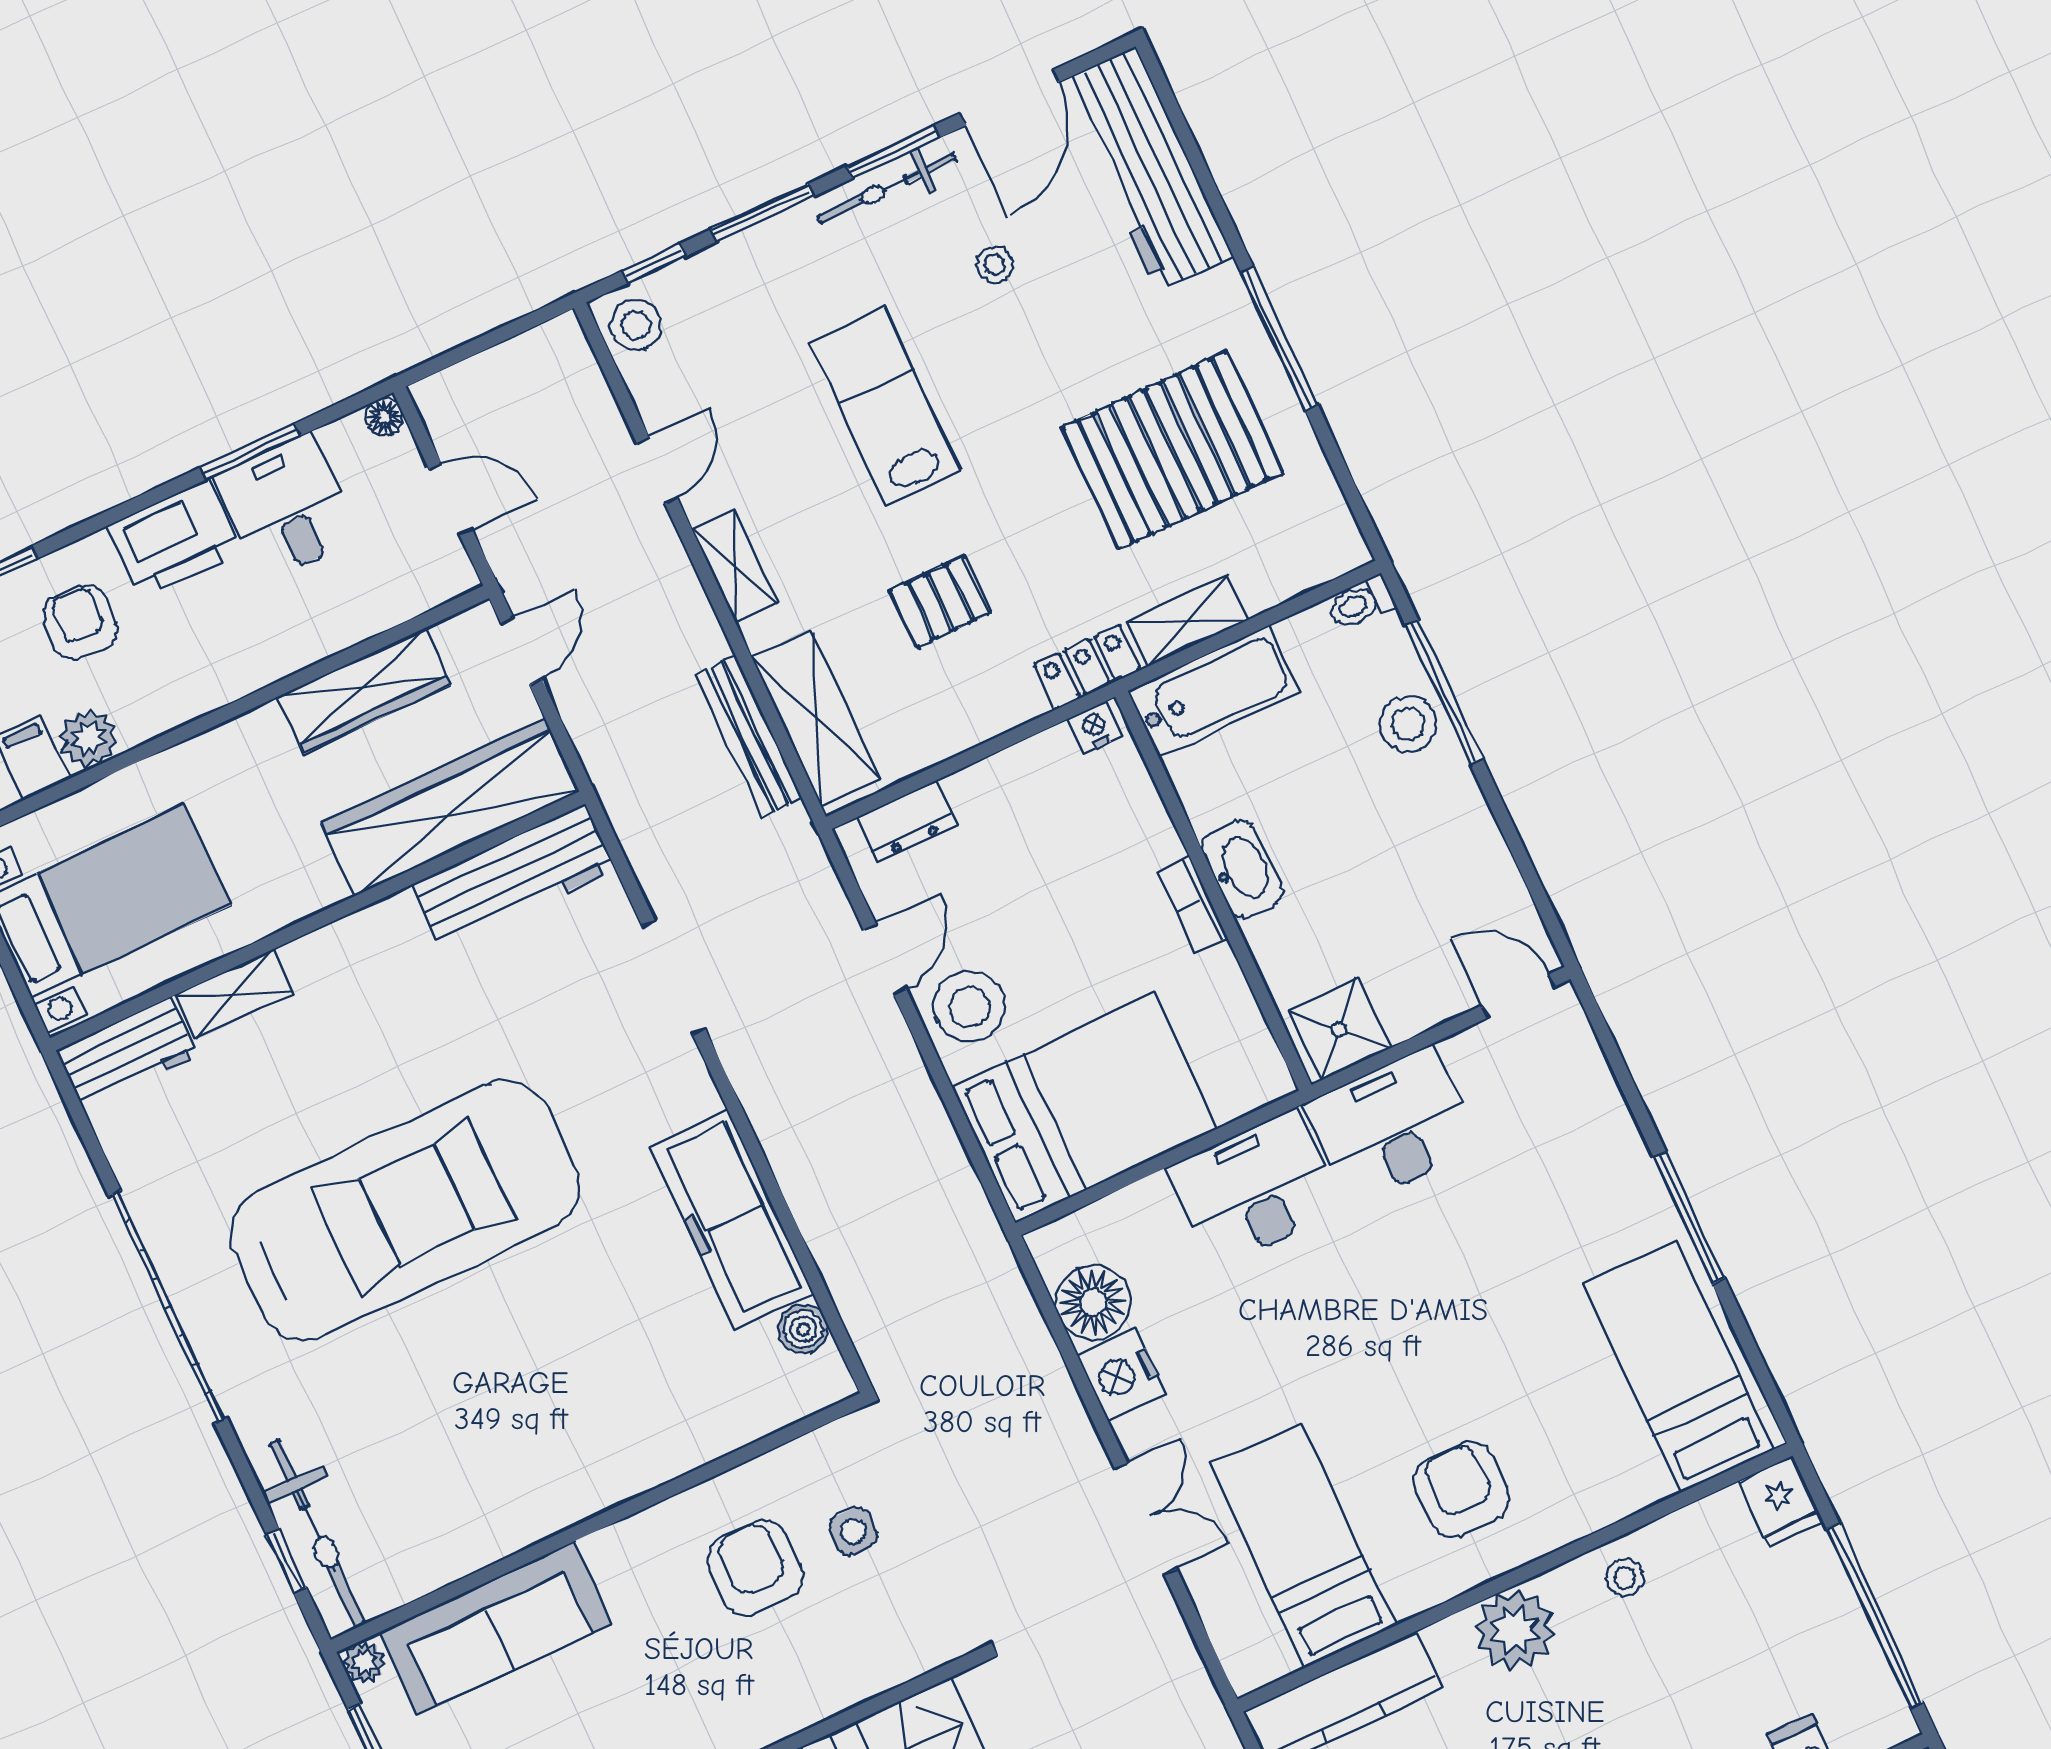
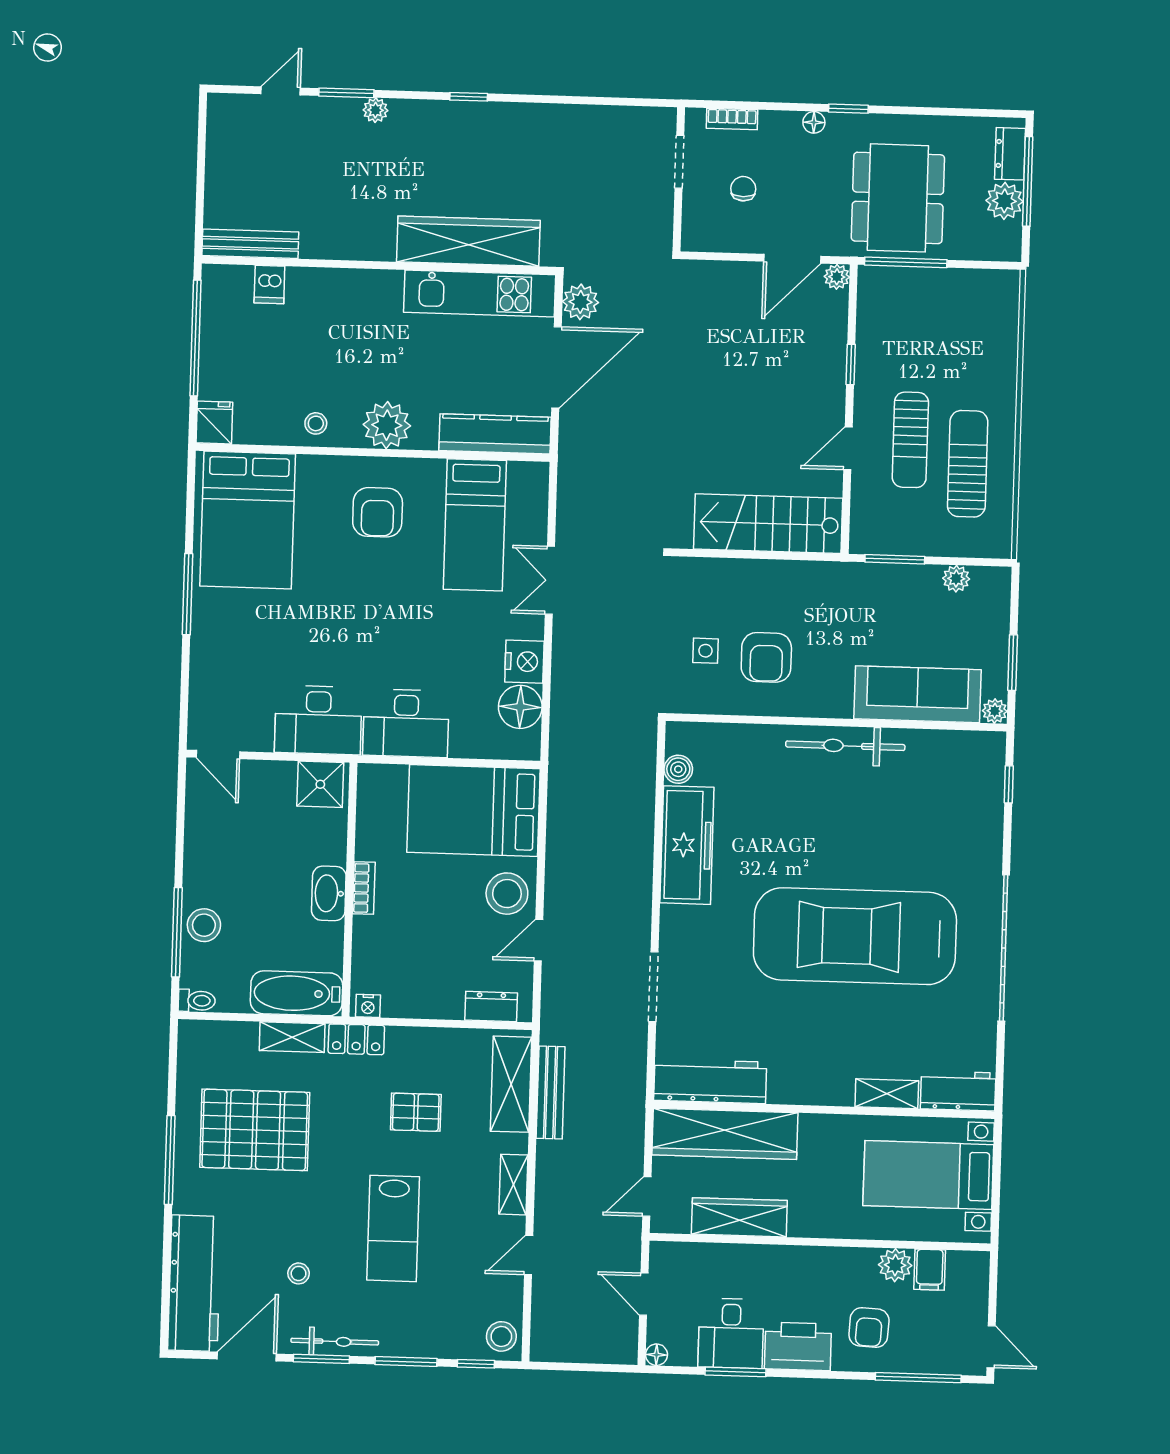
bed: (1678, 1366) -> (248, 520), width x1.50
bicycle: (317, 1534) -> (845, 746), moved, turned -90

